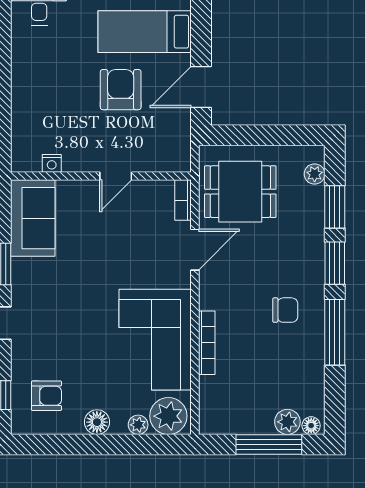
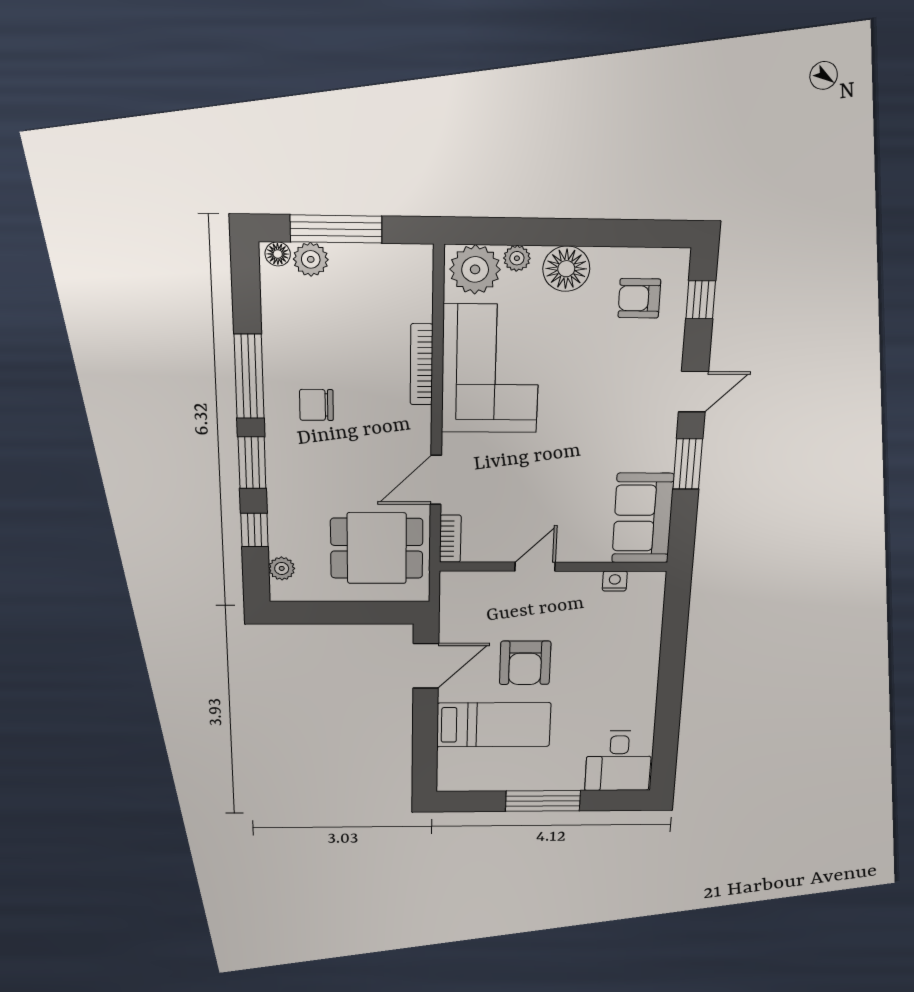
window: (335, 207) -> (254, 530), width x0.67
floor lamp: (97, 422) -> (566, 269), width x1.38, depth x1.38

